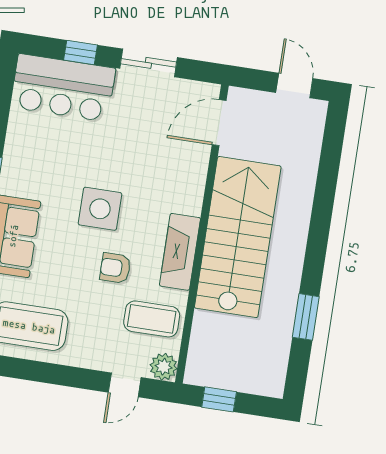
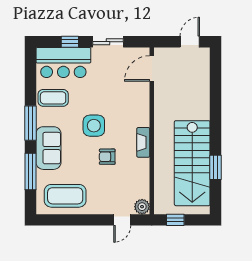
door: (294, 86) -> (190, 42), hinge flipped
stairs: (238, 237) -> (192, 163), moved, turned 180
fireplace: (180, 252) -> (143, 142), width x0.73, depth x0.76
coffee table: (152, 319) -> (53, 98), moved

